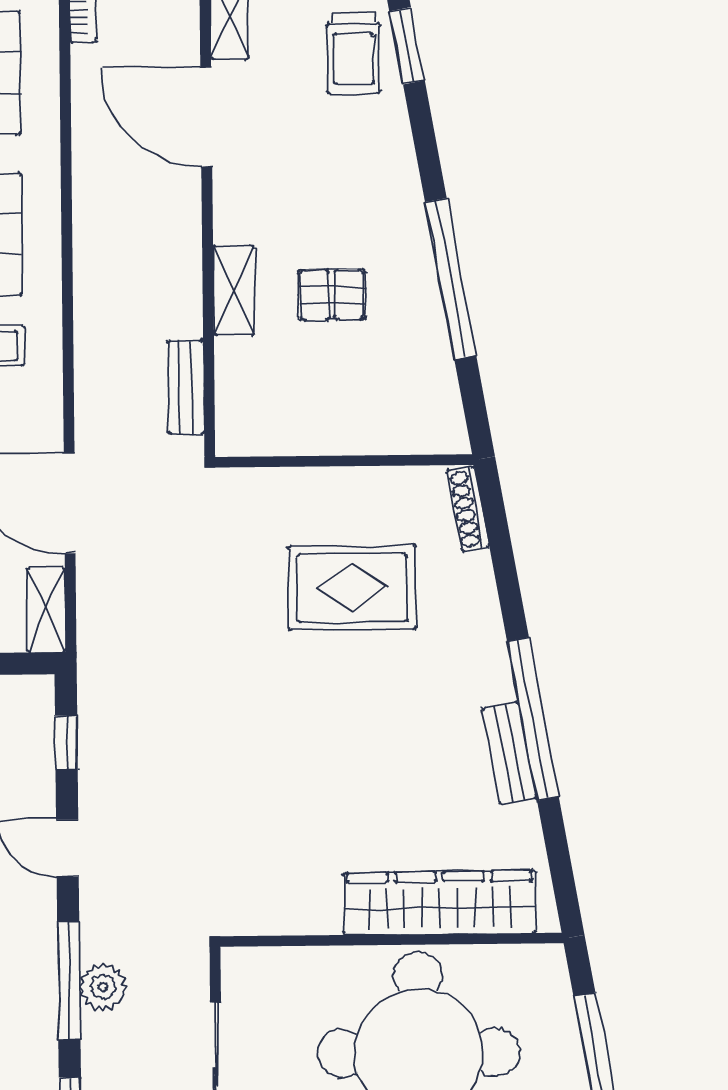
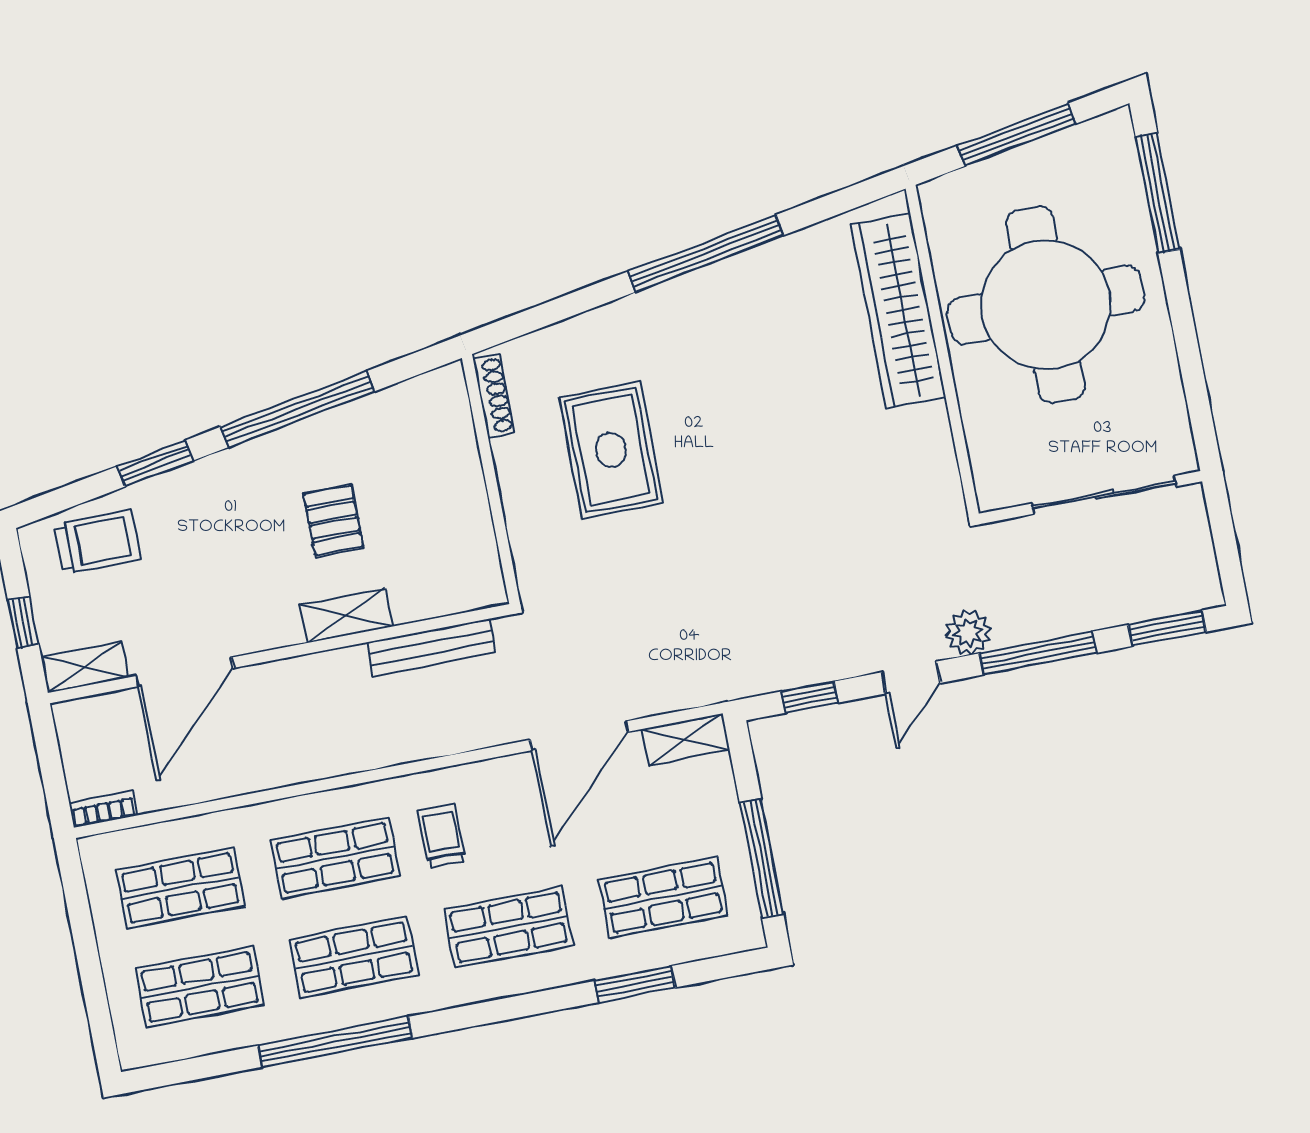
window: (407, 46) -> (155, 464), moved
bench: (186, 387) -> (431, 647), width x1.36
shoe rack: (468, 509) -> (494, 396), moved, turned -80
bench: (509, 753) -> (742, 270), removed
plant: (103, 987) -> (968, 633), moved

